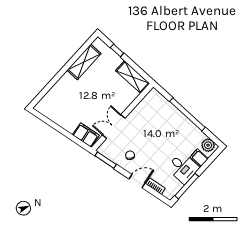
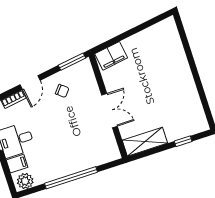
shelving: (84, 62) -> (191, 99), removed
double door: (114, 127) -> (110, 111), moved

